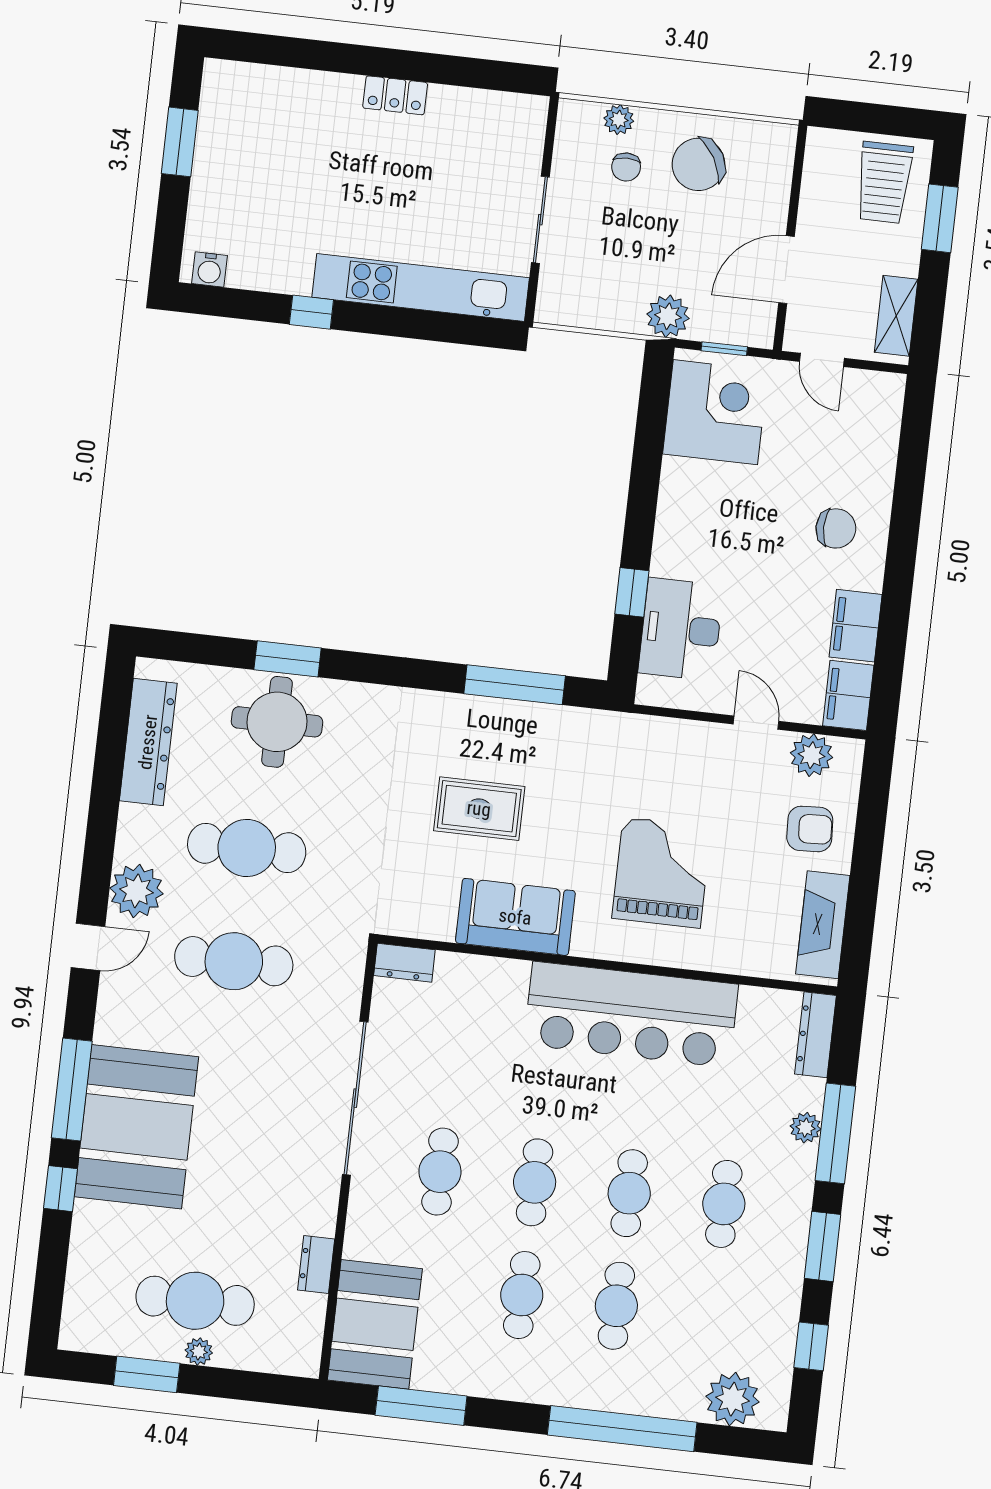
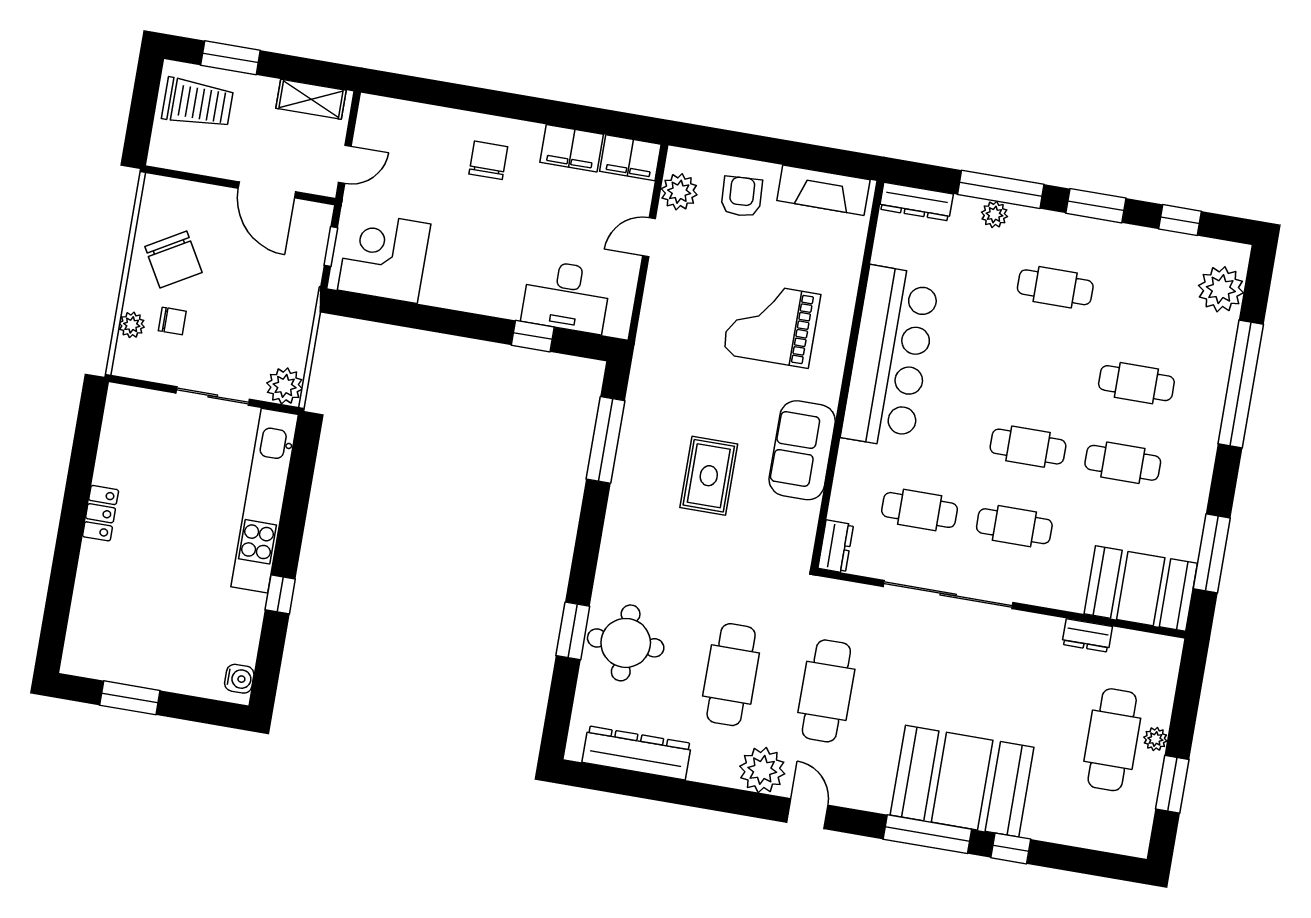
plant: (668, 316) -> (285, 386), moved
cafe table: (629, 1193) -> (920, 510), moved

